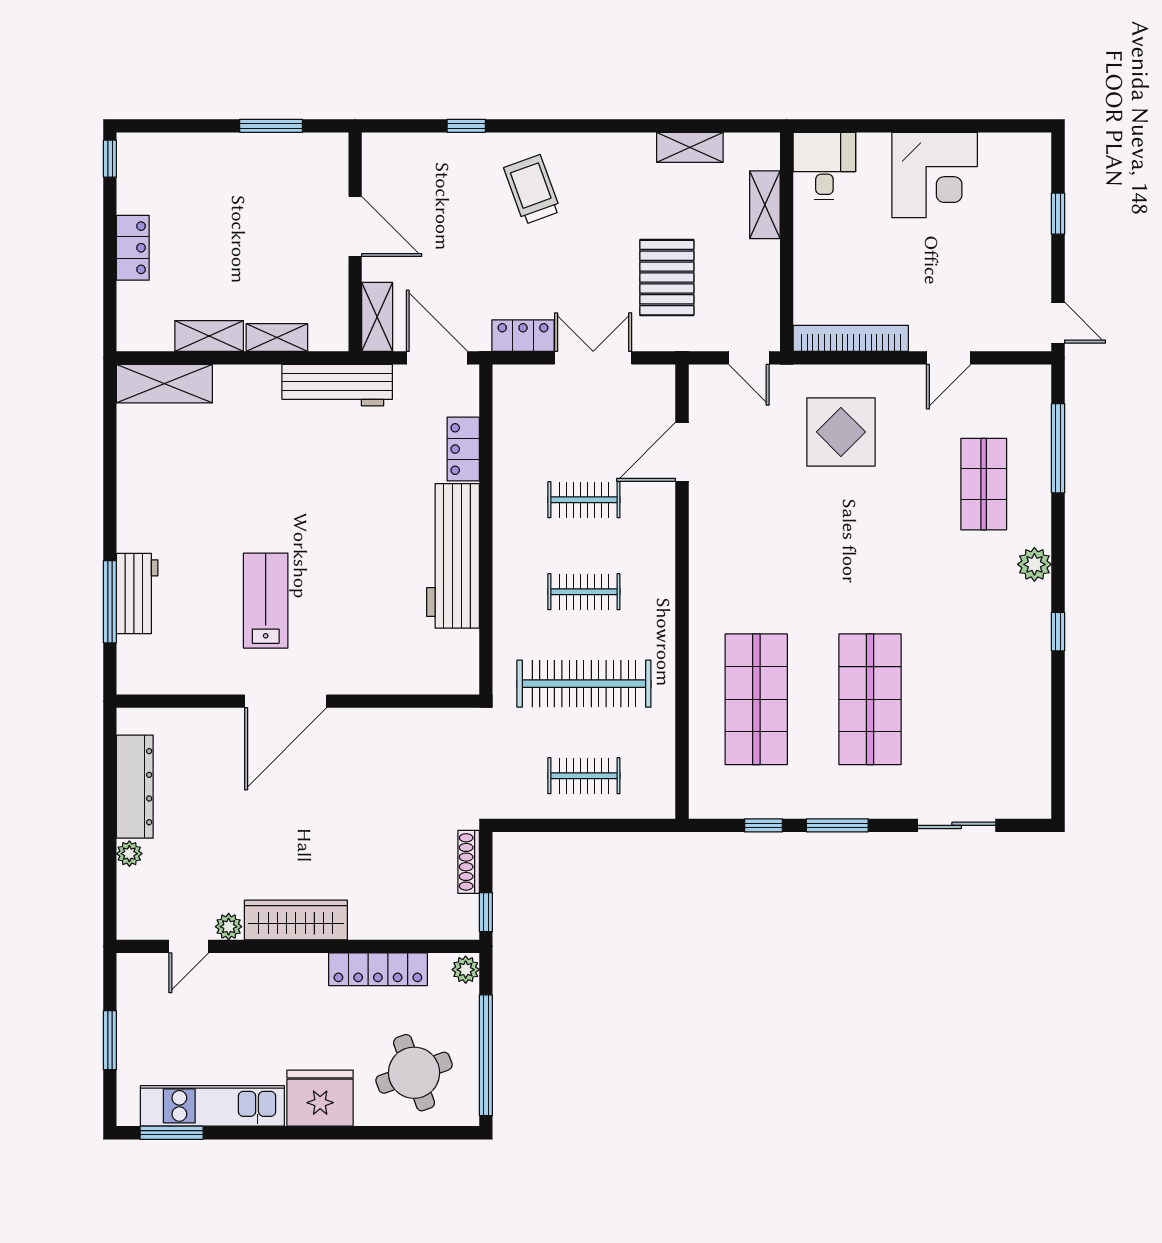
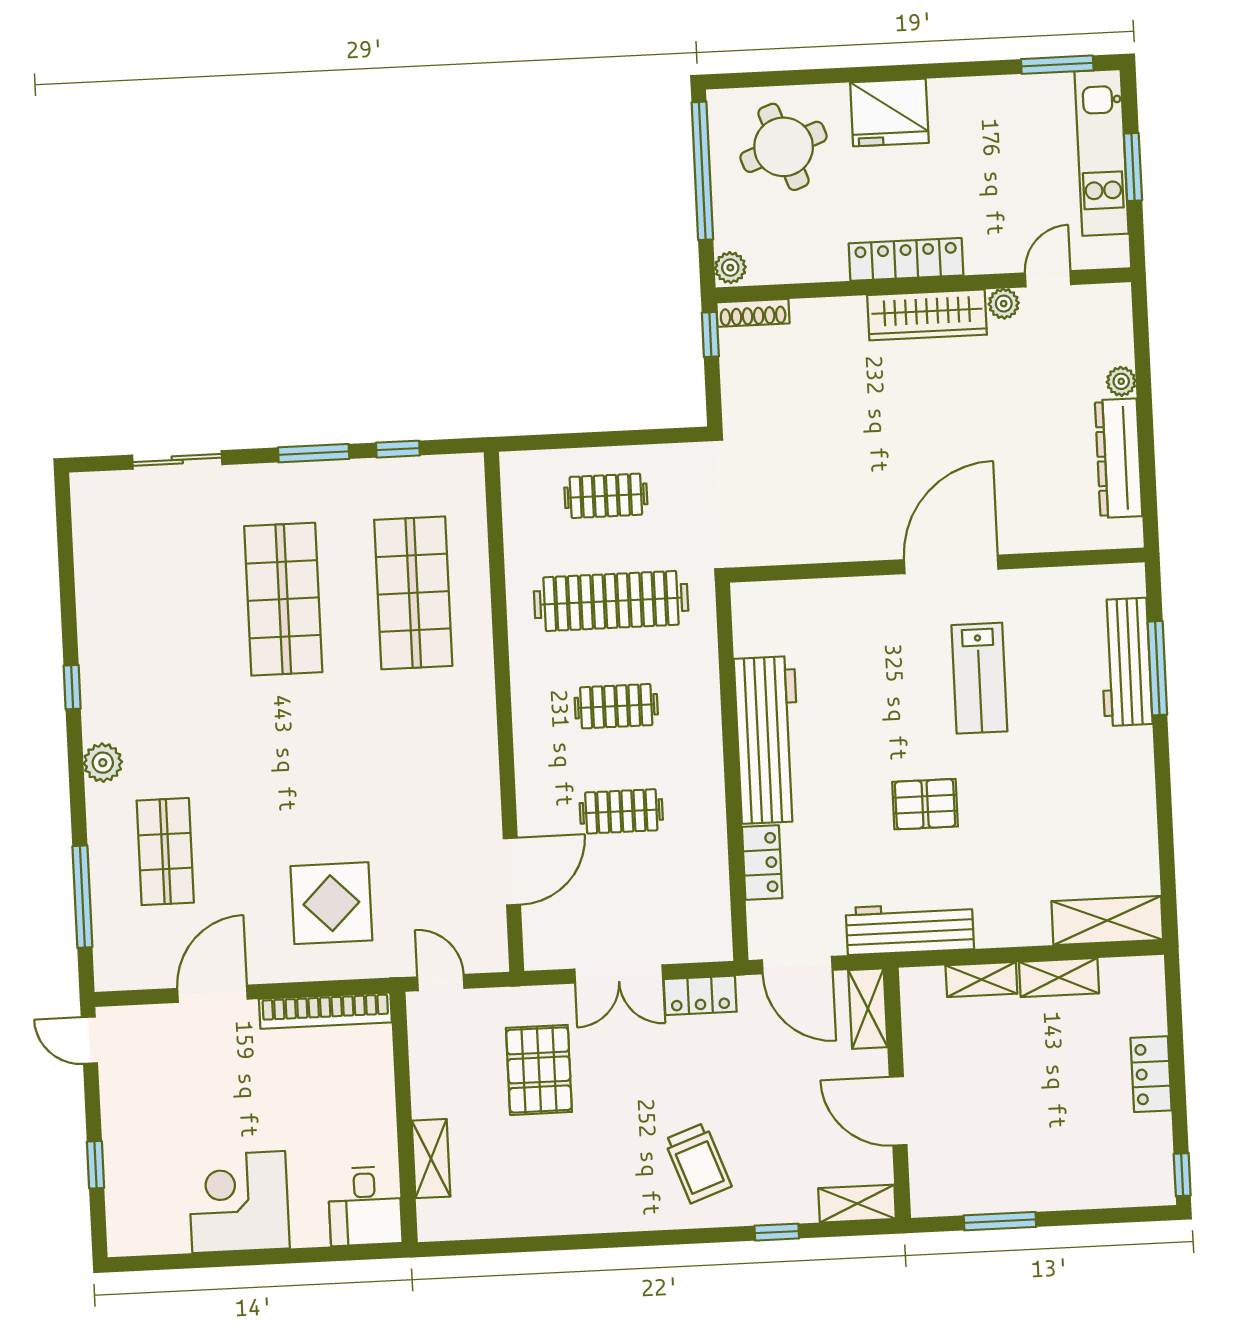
shelving: (690, 147) -> (857, 1204), moved
door: (949, 358) -> (212, 994), width x1.38
pallet: (319, 493) -> (925, 804), added
workbench: (137, 594) -> (1126, 662), width x1.38
shoe rack: (469, 862) -> (753, 313), moved, turned 90
locker: (378, 969) -> (906, 259), moved
kitchen unit: (212, 1106) -> (1101, 152), moved, turned 90

